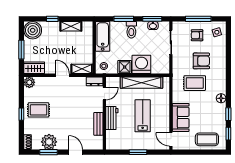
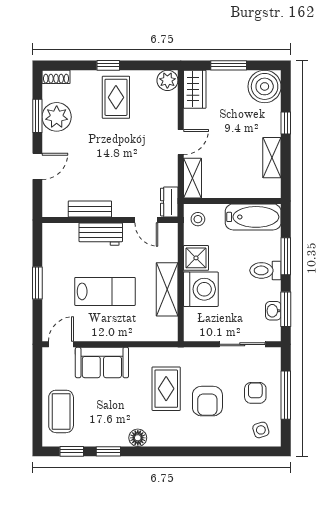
shelving: (141, 83) -> (167, 289), width x0.68

